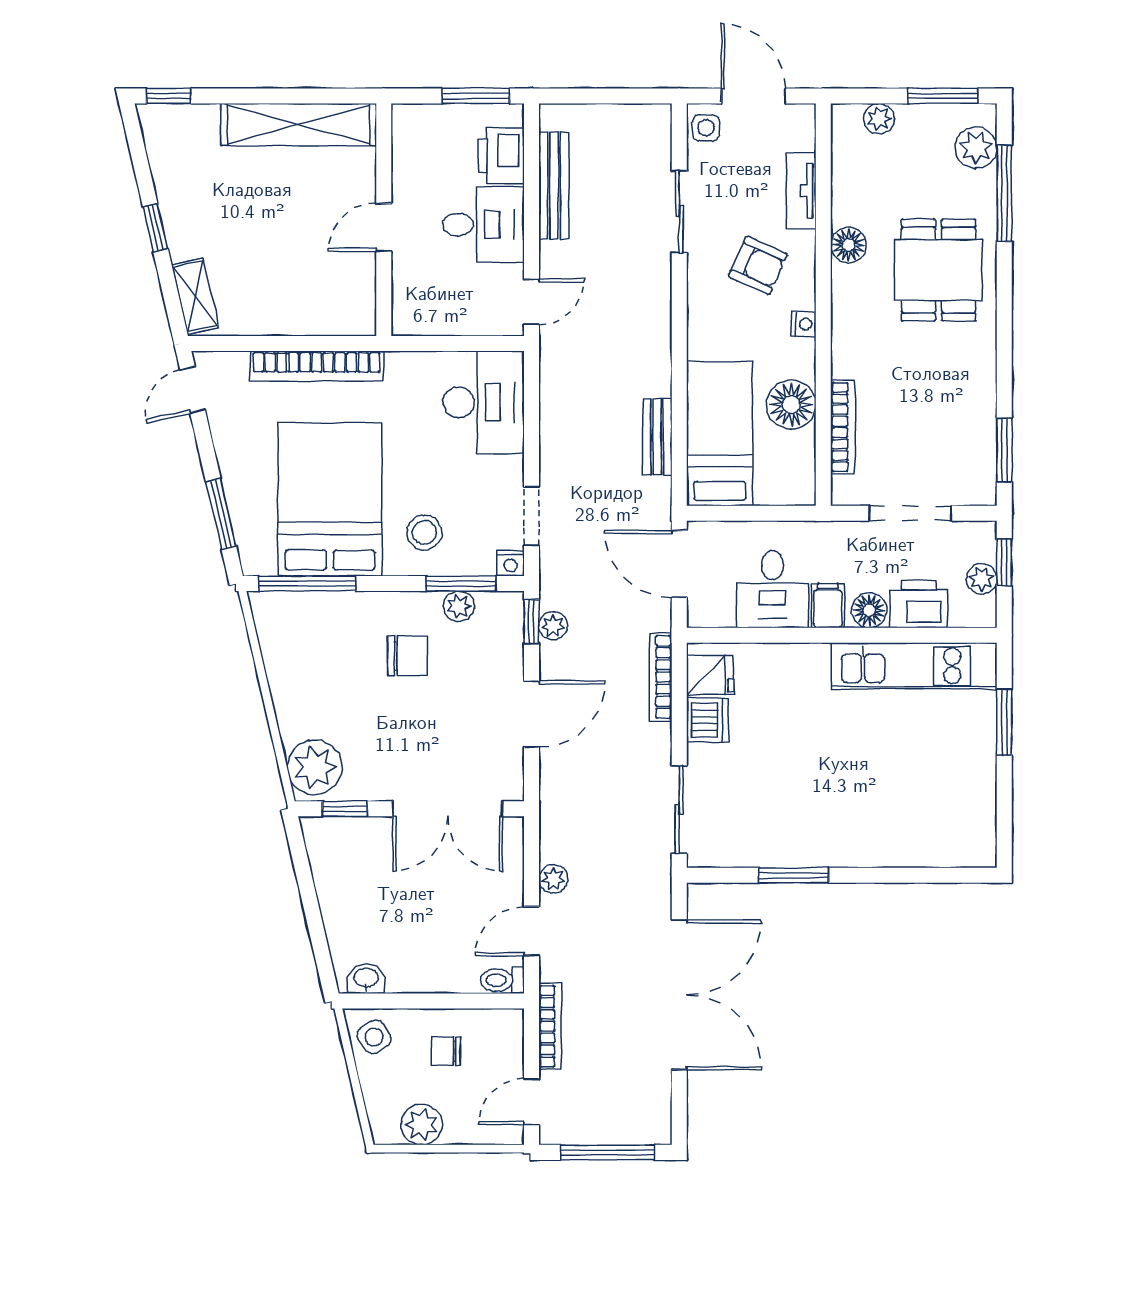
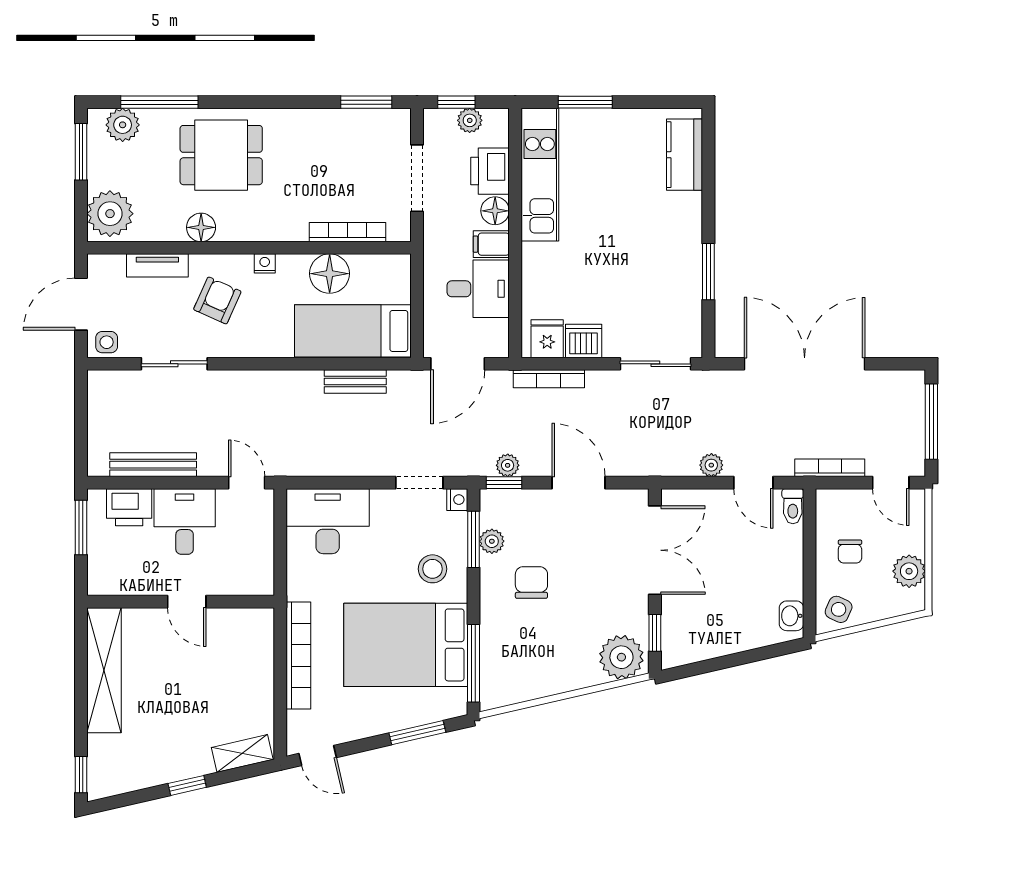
plant: (879, 119) -> (110, 214), width x1.87, depth x1.87
kitchen counter: (939, 846) -> (685, 155), added
side table: (374, 1037) -> (839, 609), turned -32

